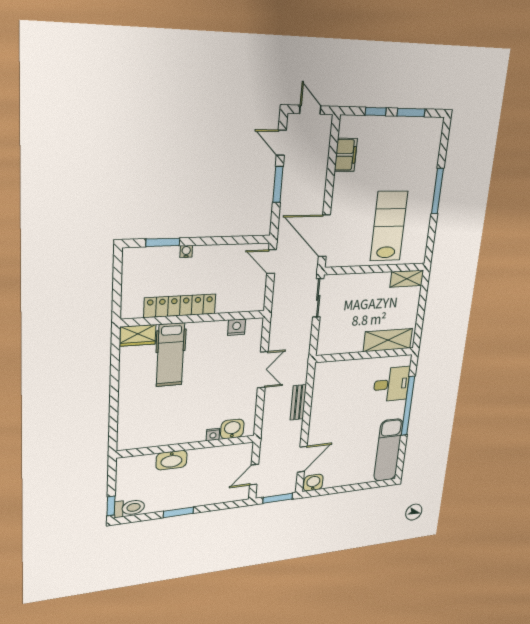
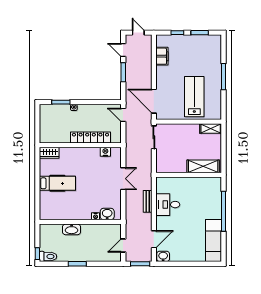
locker: (180, 306) -> (90, 137), moved
hospital bed: (170, 355) -> (57, 183), moved, turned -90
desk: (391, 384) -> (168, 205), moved, turned 180

